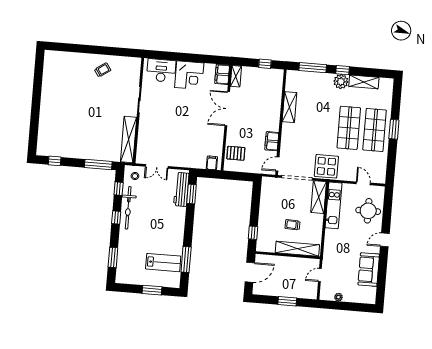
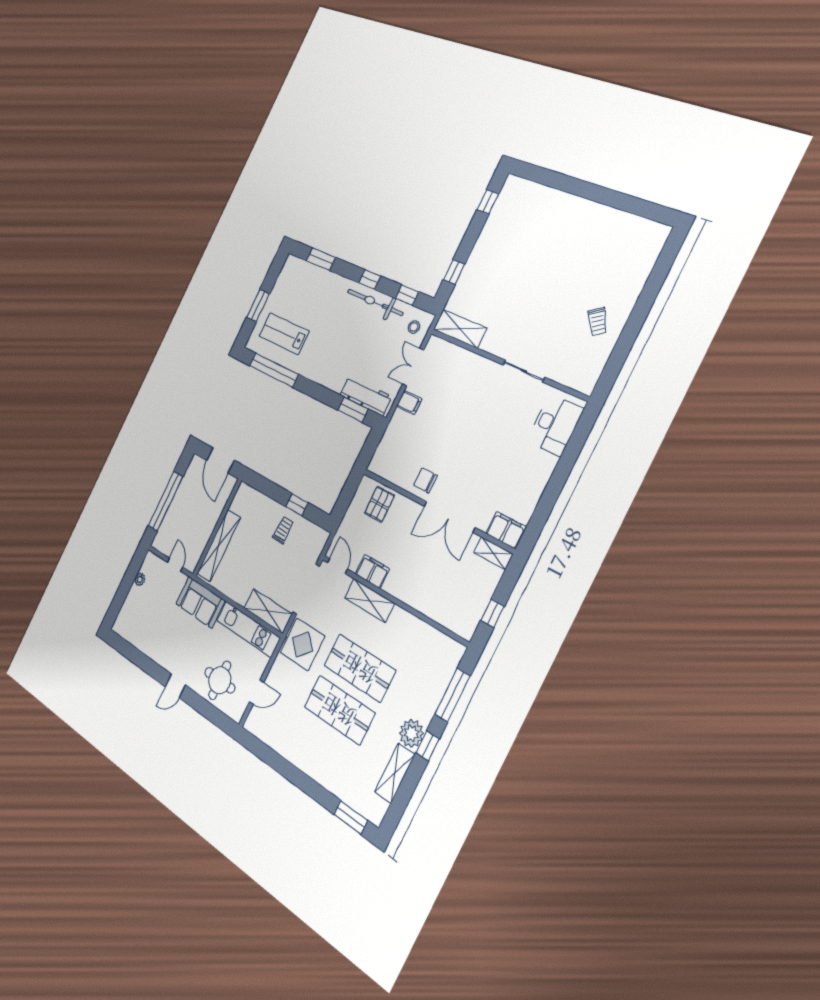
corner desk: (189, 75) -> (528, 472), removed
shelving: (289, 107) -> (370, 601), moved
double door: (227, 109) -> (449, 517), swing flipped
window: (394, 129) -> (351, 817), moved
shop shelf: (375, 130) -> (360, 668), moved
chair: (214, 131) -> (425, 480), added
shelving: (129, 139) -> (460, 329), width x0.68
filing cabinet: (212, 163) -> (409, 403), moved
window: (98, 164) -> (454, 272), width x0.46
trolley: (292, 225) -> (283, 530), moved
window: (253, 233) -> (297, 505), moved
door: (385, 240) -> (175, 686), swing flipped
window: (186, 259) -> (274, 370), width x1.46
lab bench: (163, 263) -> (284, 334), turned 90
sofa: (369, 270) -> (200, 602), moved, turned 180
window: (287, 301) -> (166, 501), width x2.11

